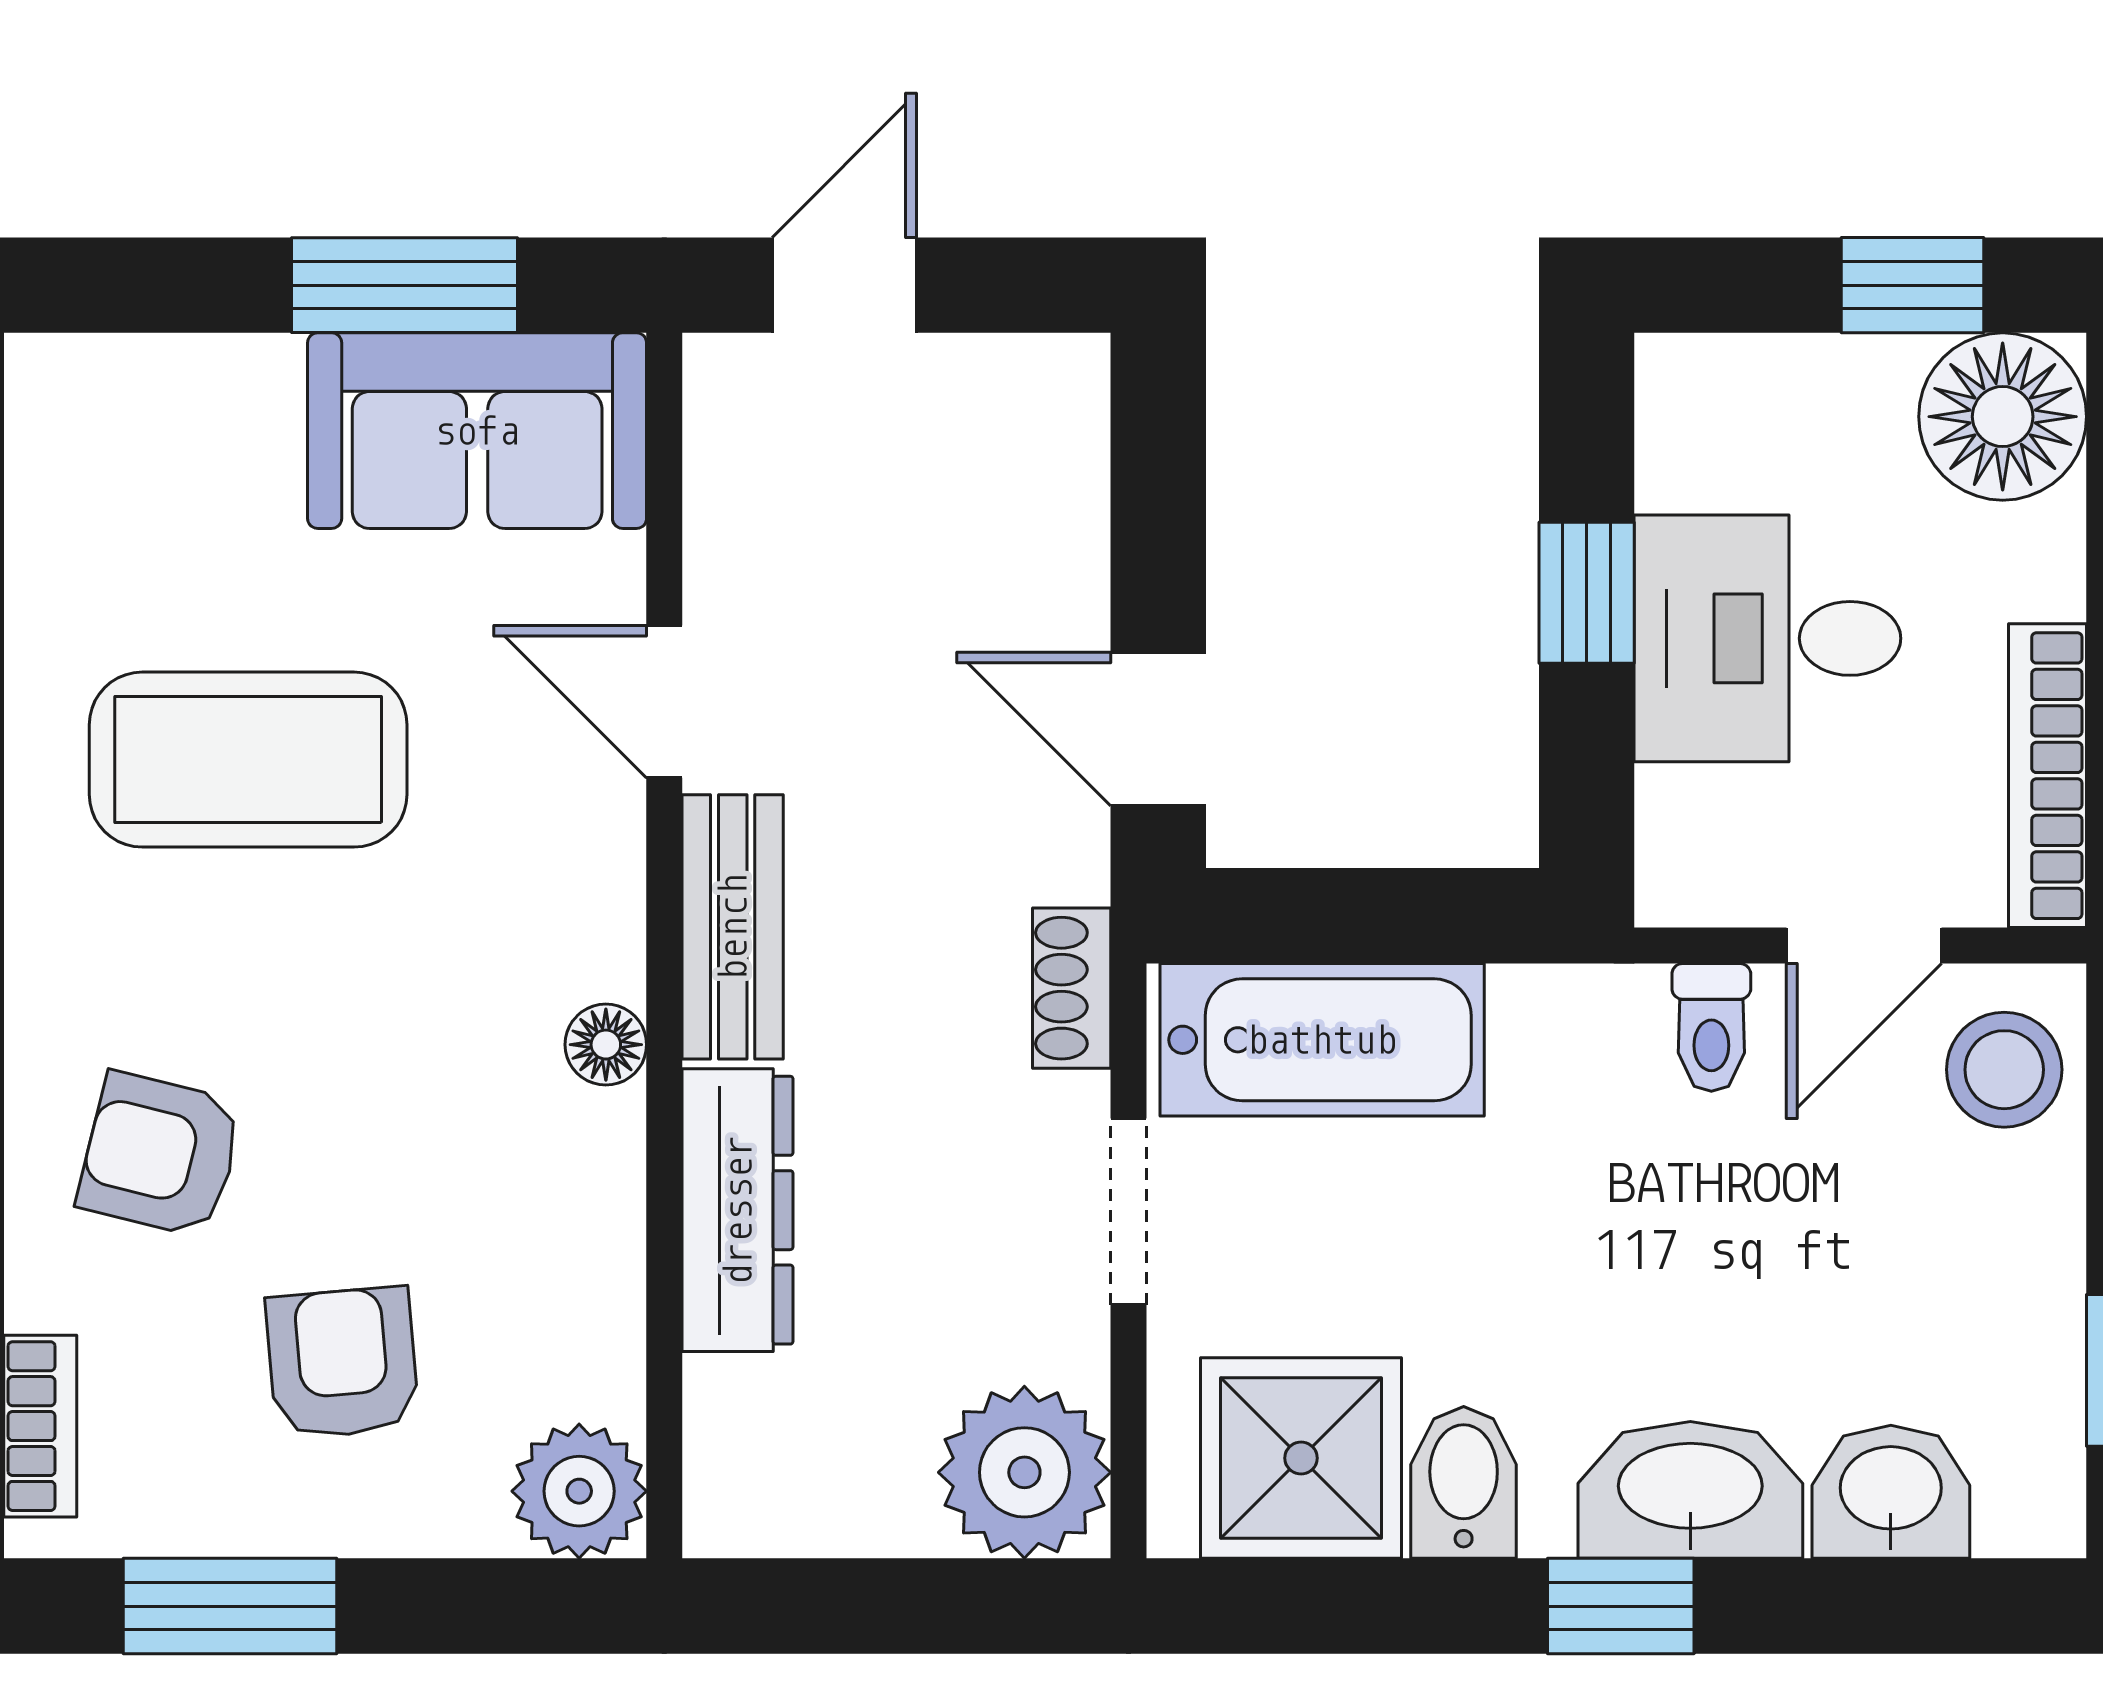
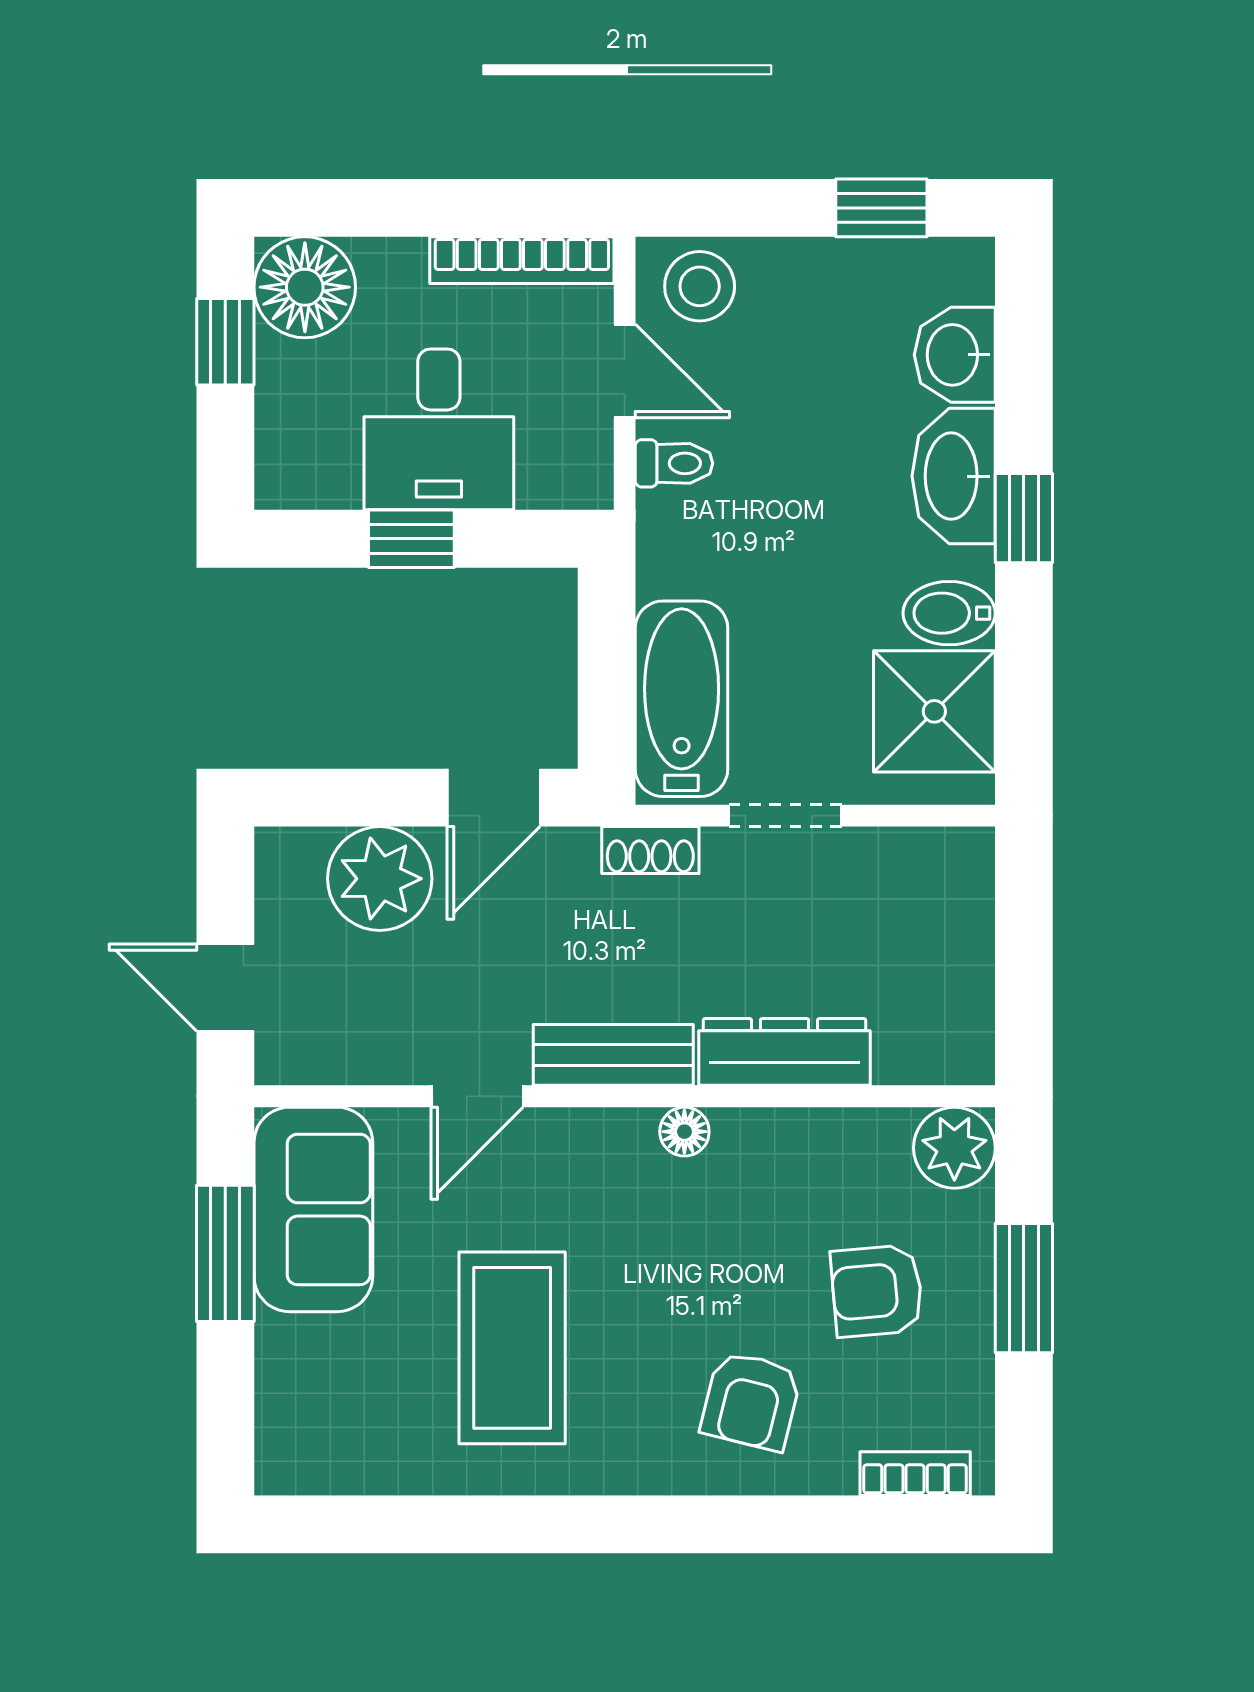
plant: (1024, 1472) -> (380, 879), moved
window: (230, 1606) -> (1024, 1288), moved

